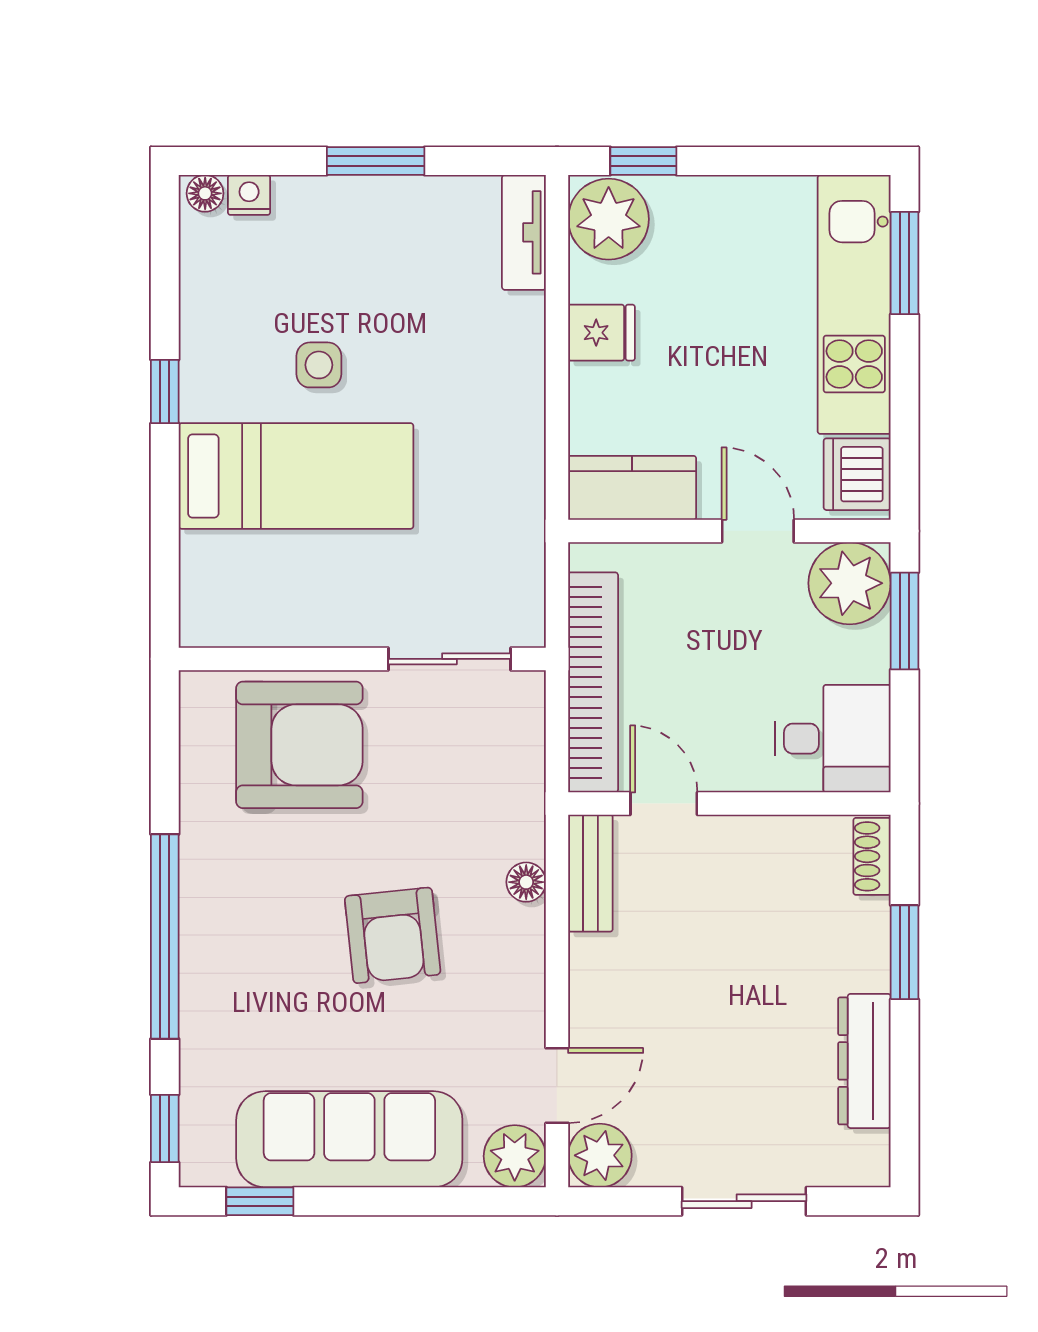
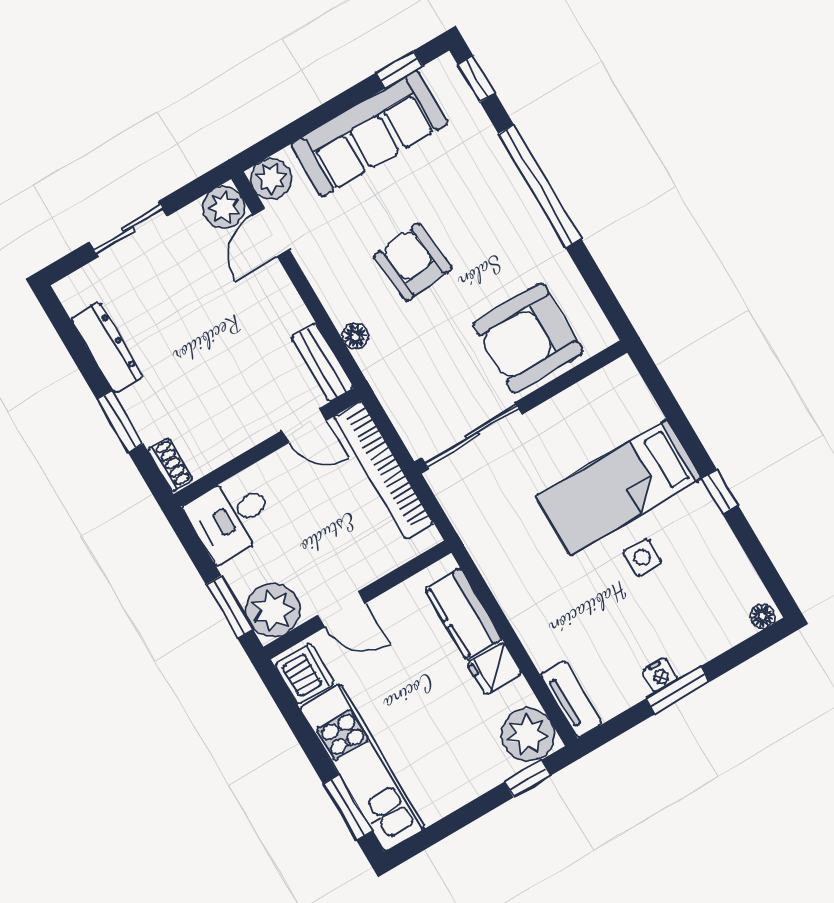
nightstand: (249, 195) -> (660, 675), moved
kitchen counter: (632, 488) -> (463, 614), moved, turned 90
sliding door: (449, 659) -> (472, 436), width x1.37

